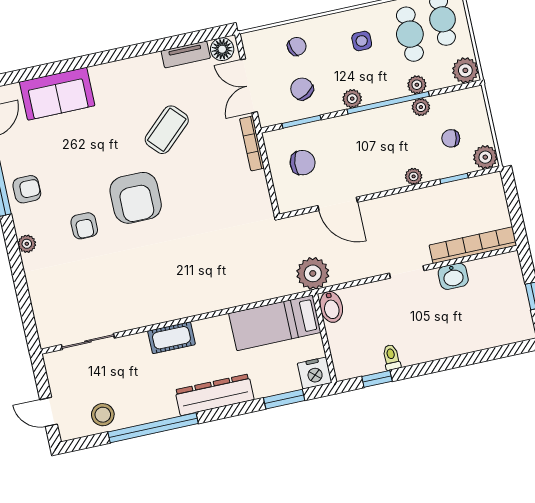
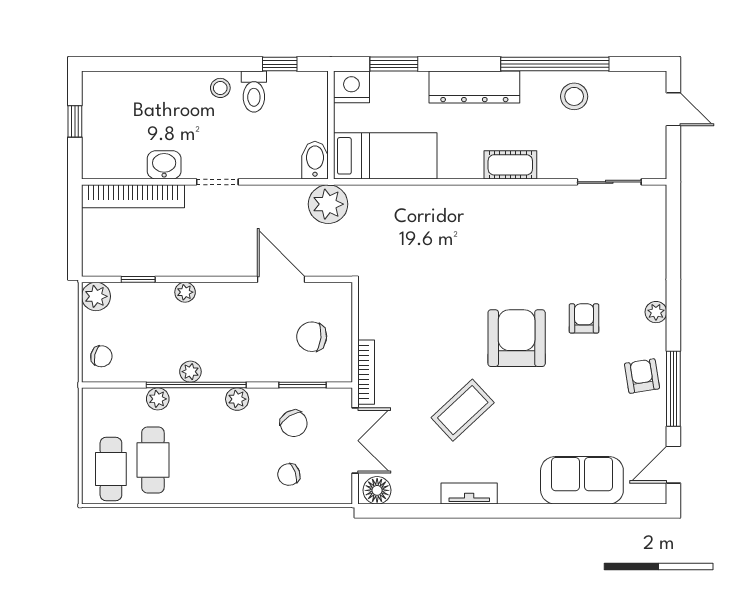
side table: (362, 41) -> (211, 464), removed
tv unit: (186, 54) -> (469, 493), moved
plant: (465, 70) -> (97, 403), removed
plant: (421, 107) -> (190, 372), moved
chair: (451, 138) -> (101, 356), moved
armchair: (27, 189) -> (642, 376), turned 81
stool: (421, 349) -> (220, 88), added
toilet: (391, 357) -> (254, 91), width x1.37, depth x1.39
stool: (103, 415) -> (574, 96), moved

